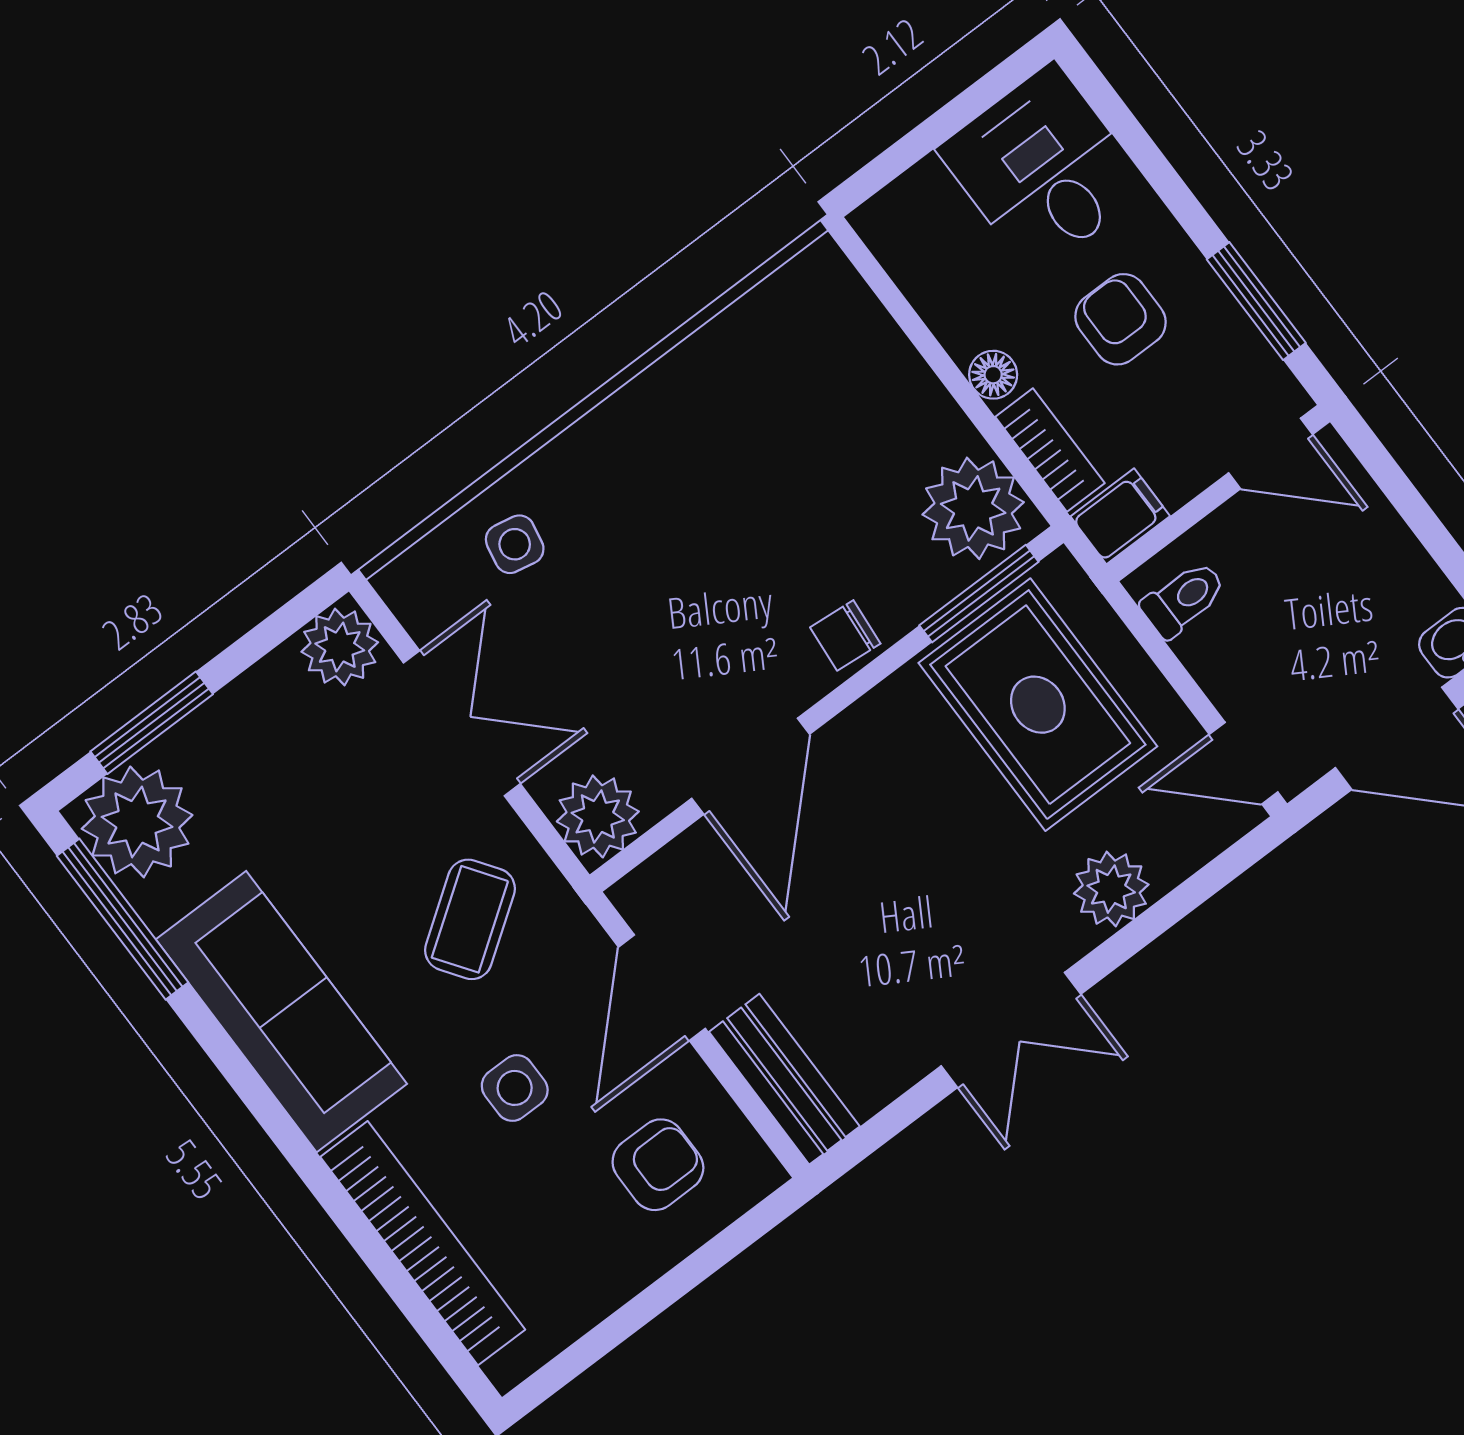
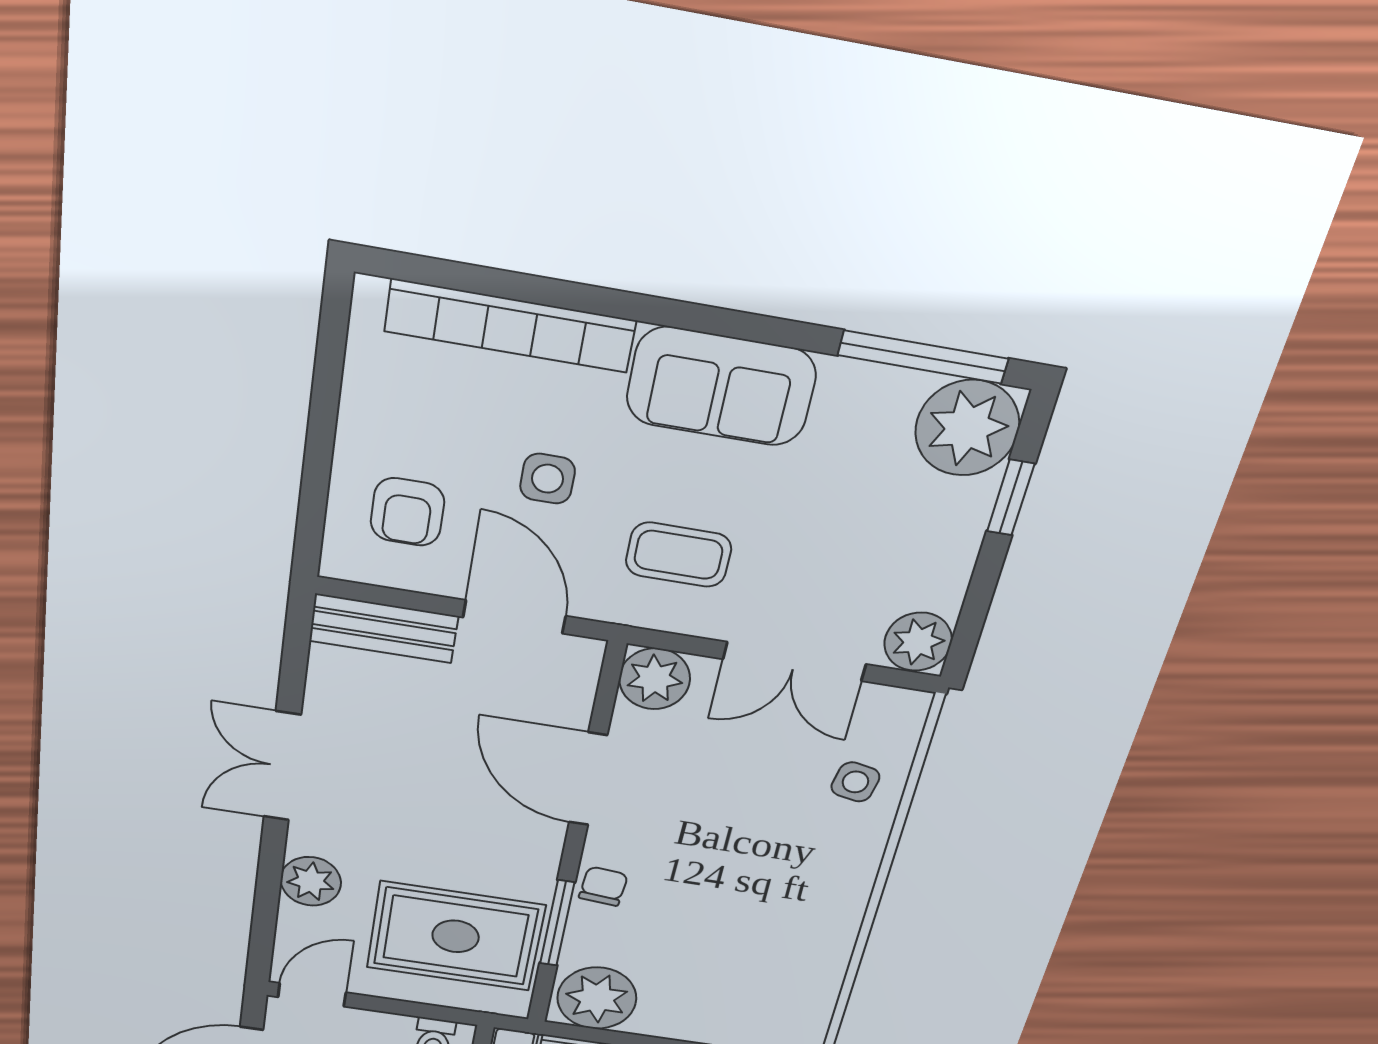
window: (979, 594) -> (557, 923), moved
window: (152, 723) -> (1011, 497), width x0.67
coffee table: (470, 919) -> (679, 555), turned -55
sofa: (281, 1012) -> (721, 387), width x0.73

